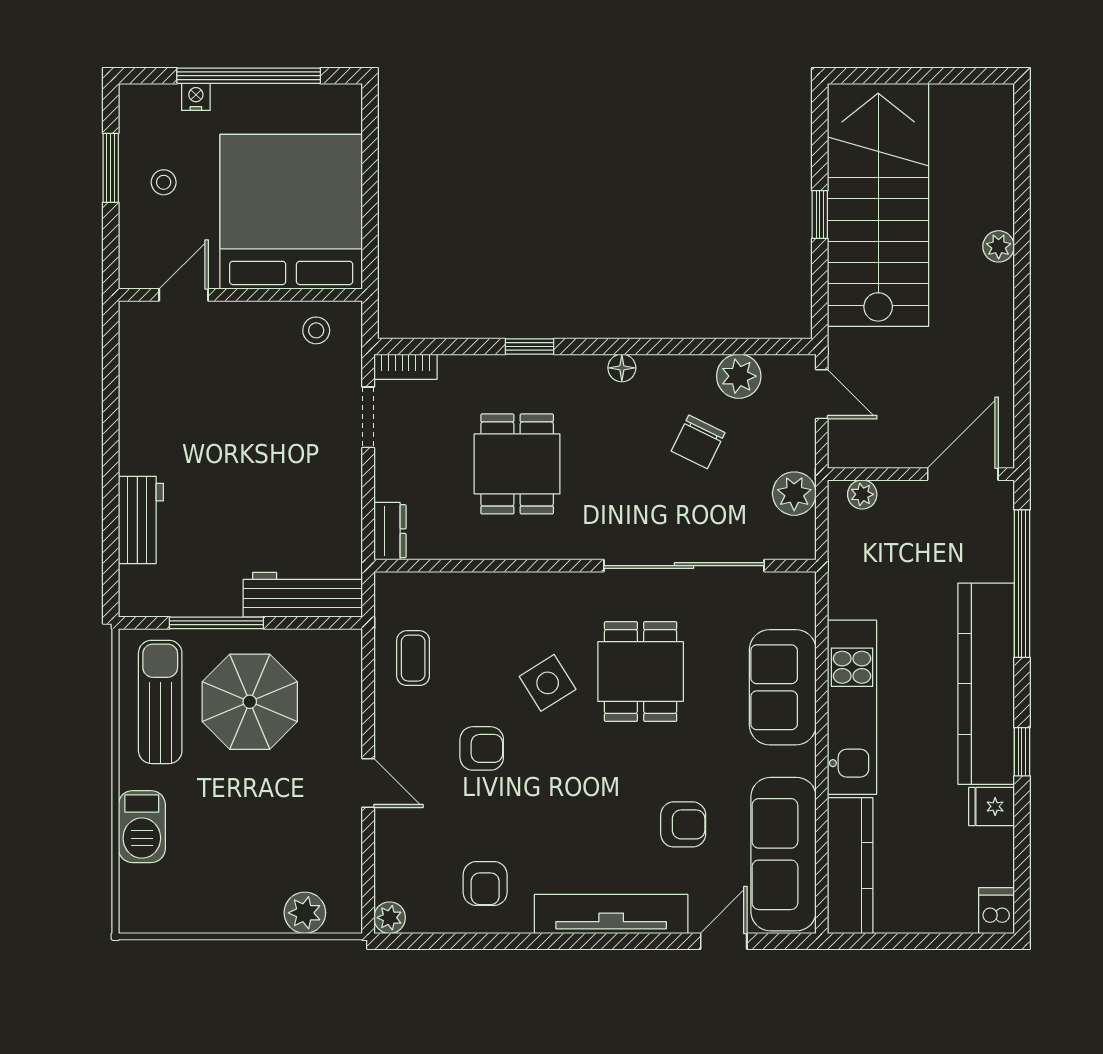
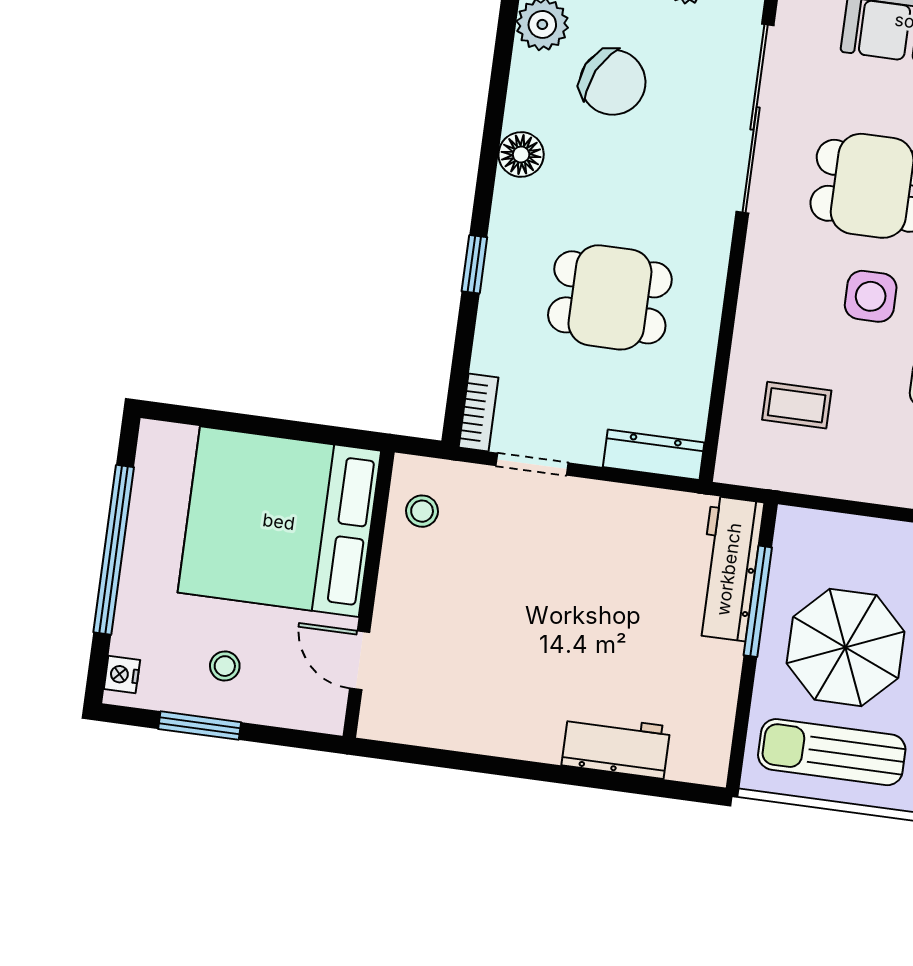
nightstand: (196, 97) -> (122, 675), moved
floor lamp: (622, 368) -> (521, 155), width x1.37, depth x1.37
chair: (698, 442) -> (613, 82), width x1.37, depth x1.37
dresser: (390, 531) -> (654, 455), width x1.44
window: (216, 623) -> (758, 601), moved
coffee table: (413, 658) -> (797, 405), moved
side table: (548, 683) -> (871, 296), turned 32

